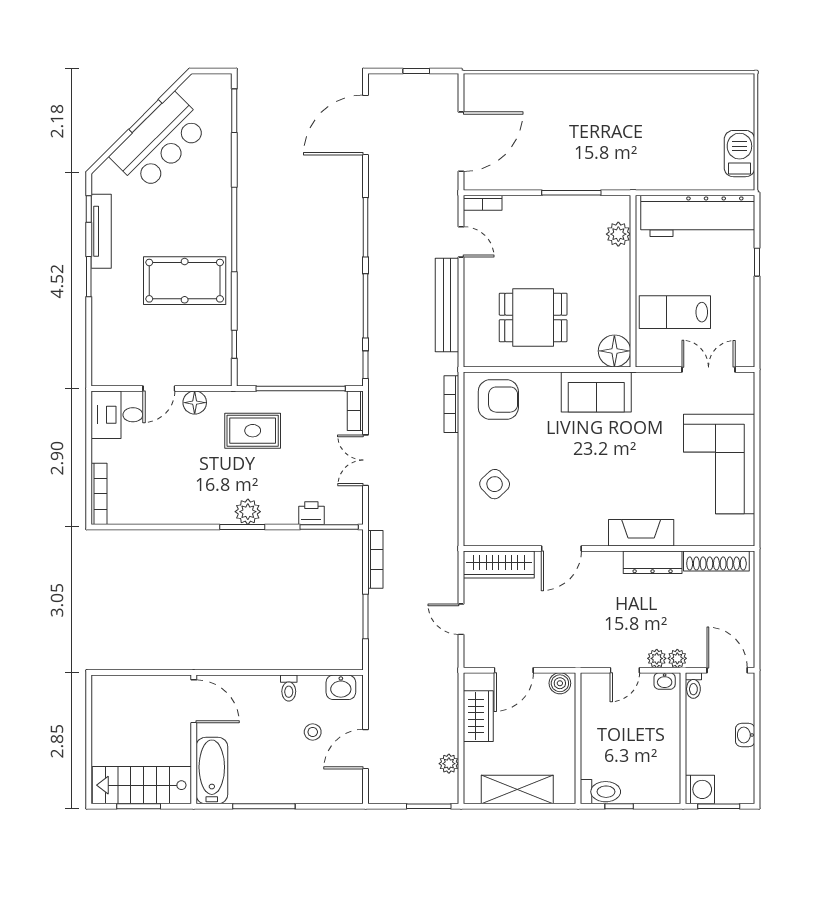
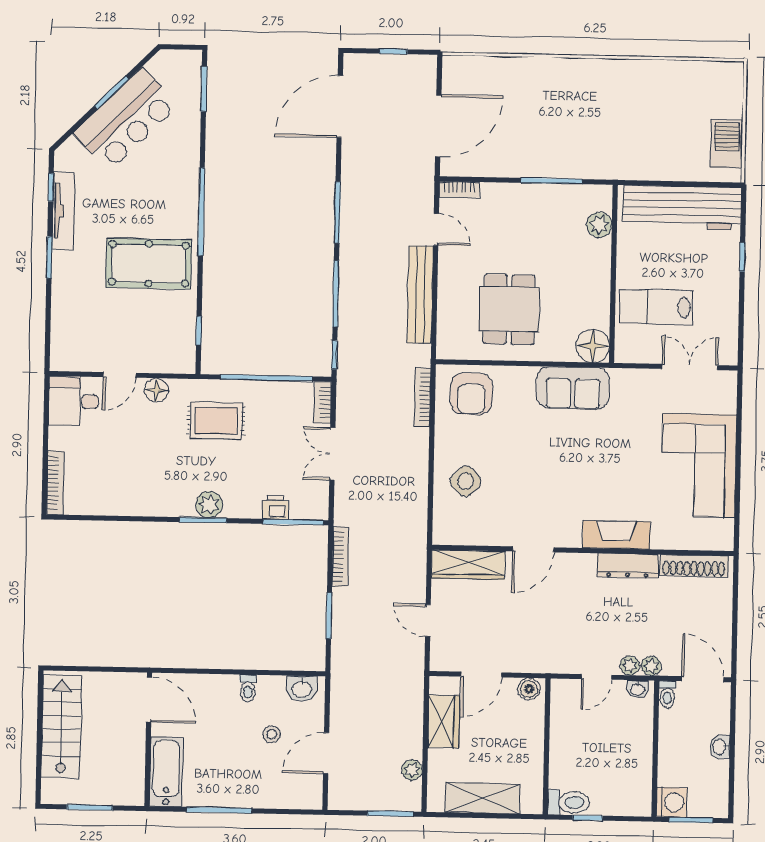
dining table: (533, 317) -> (509, 309), turned 90
armchair: (498, 400) -> (471, 394), turned 90
stairs: (142, 785) -> (61, 727), moved, turned 90

